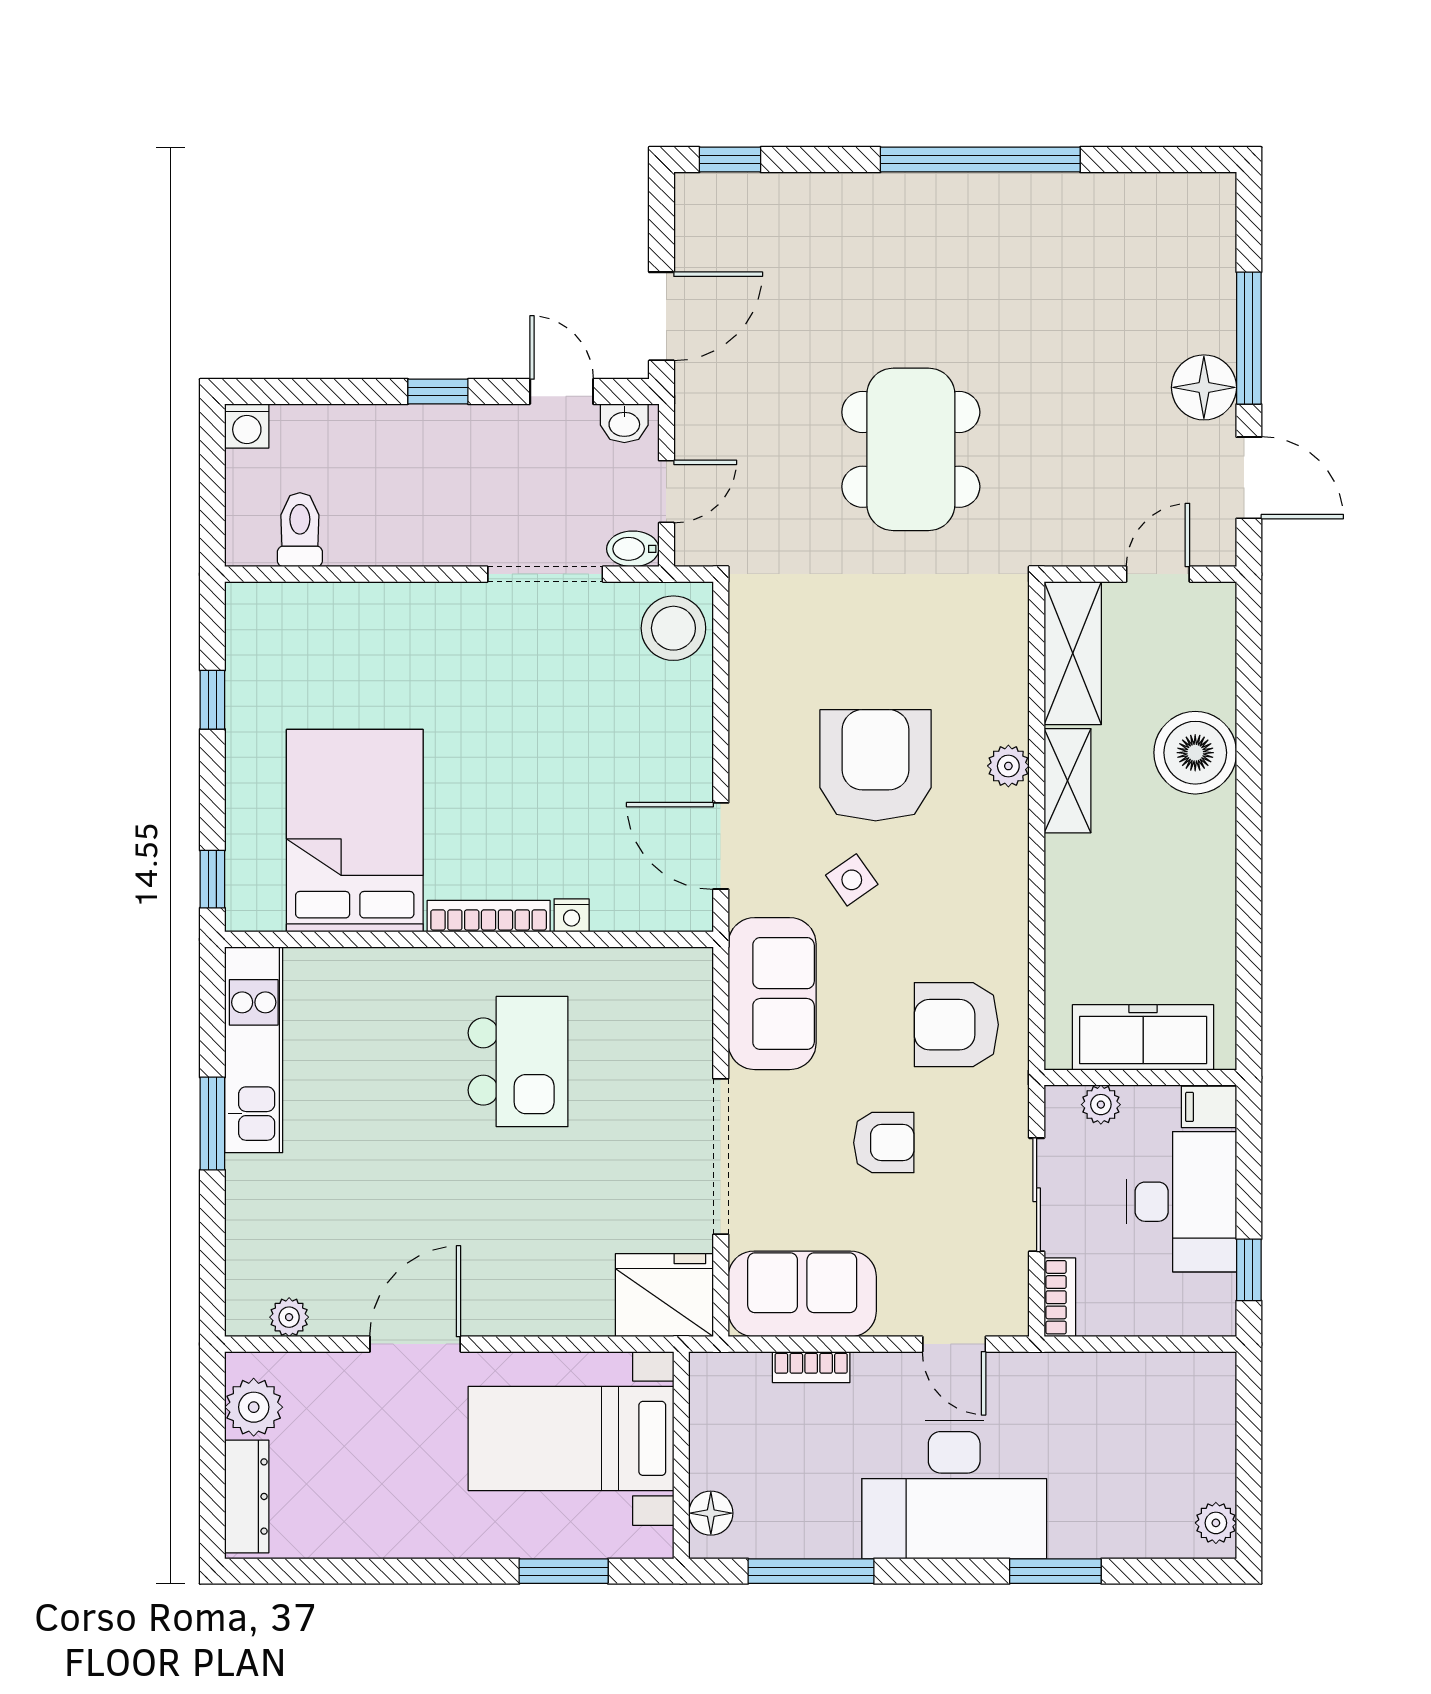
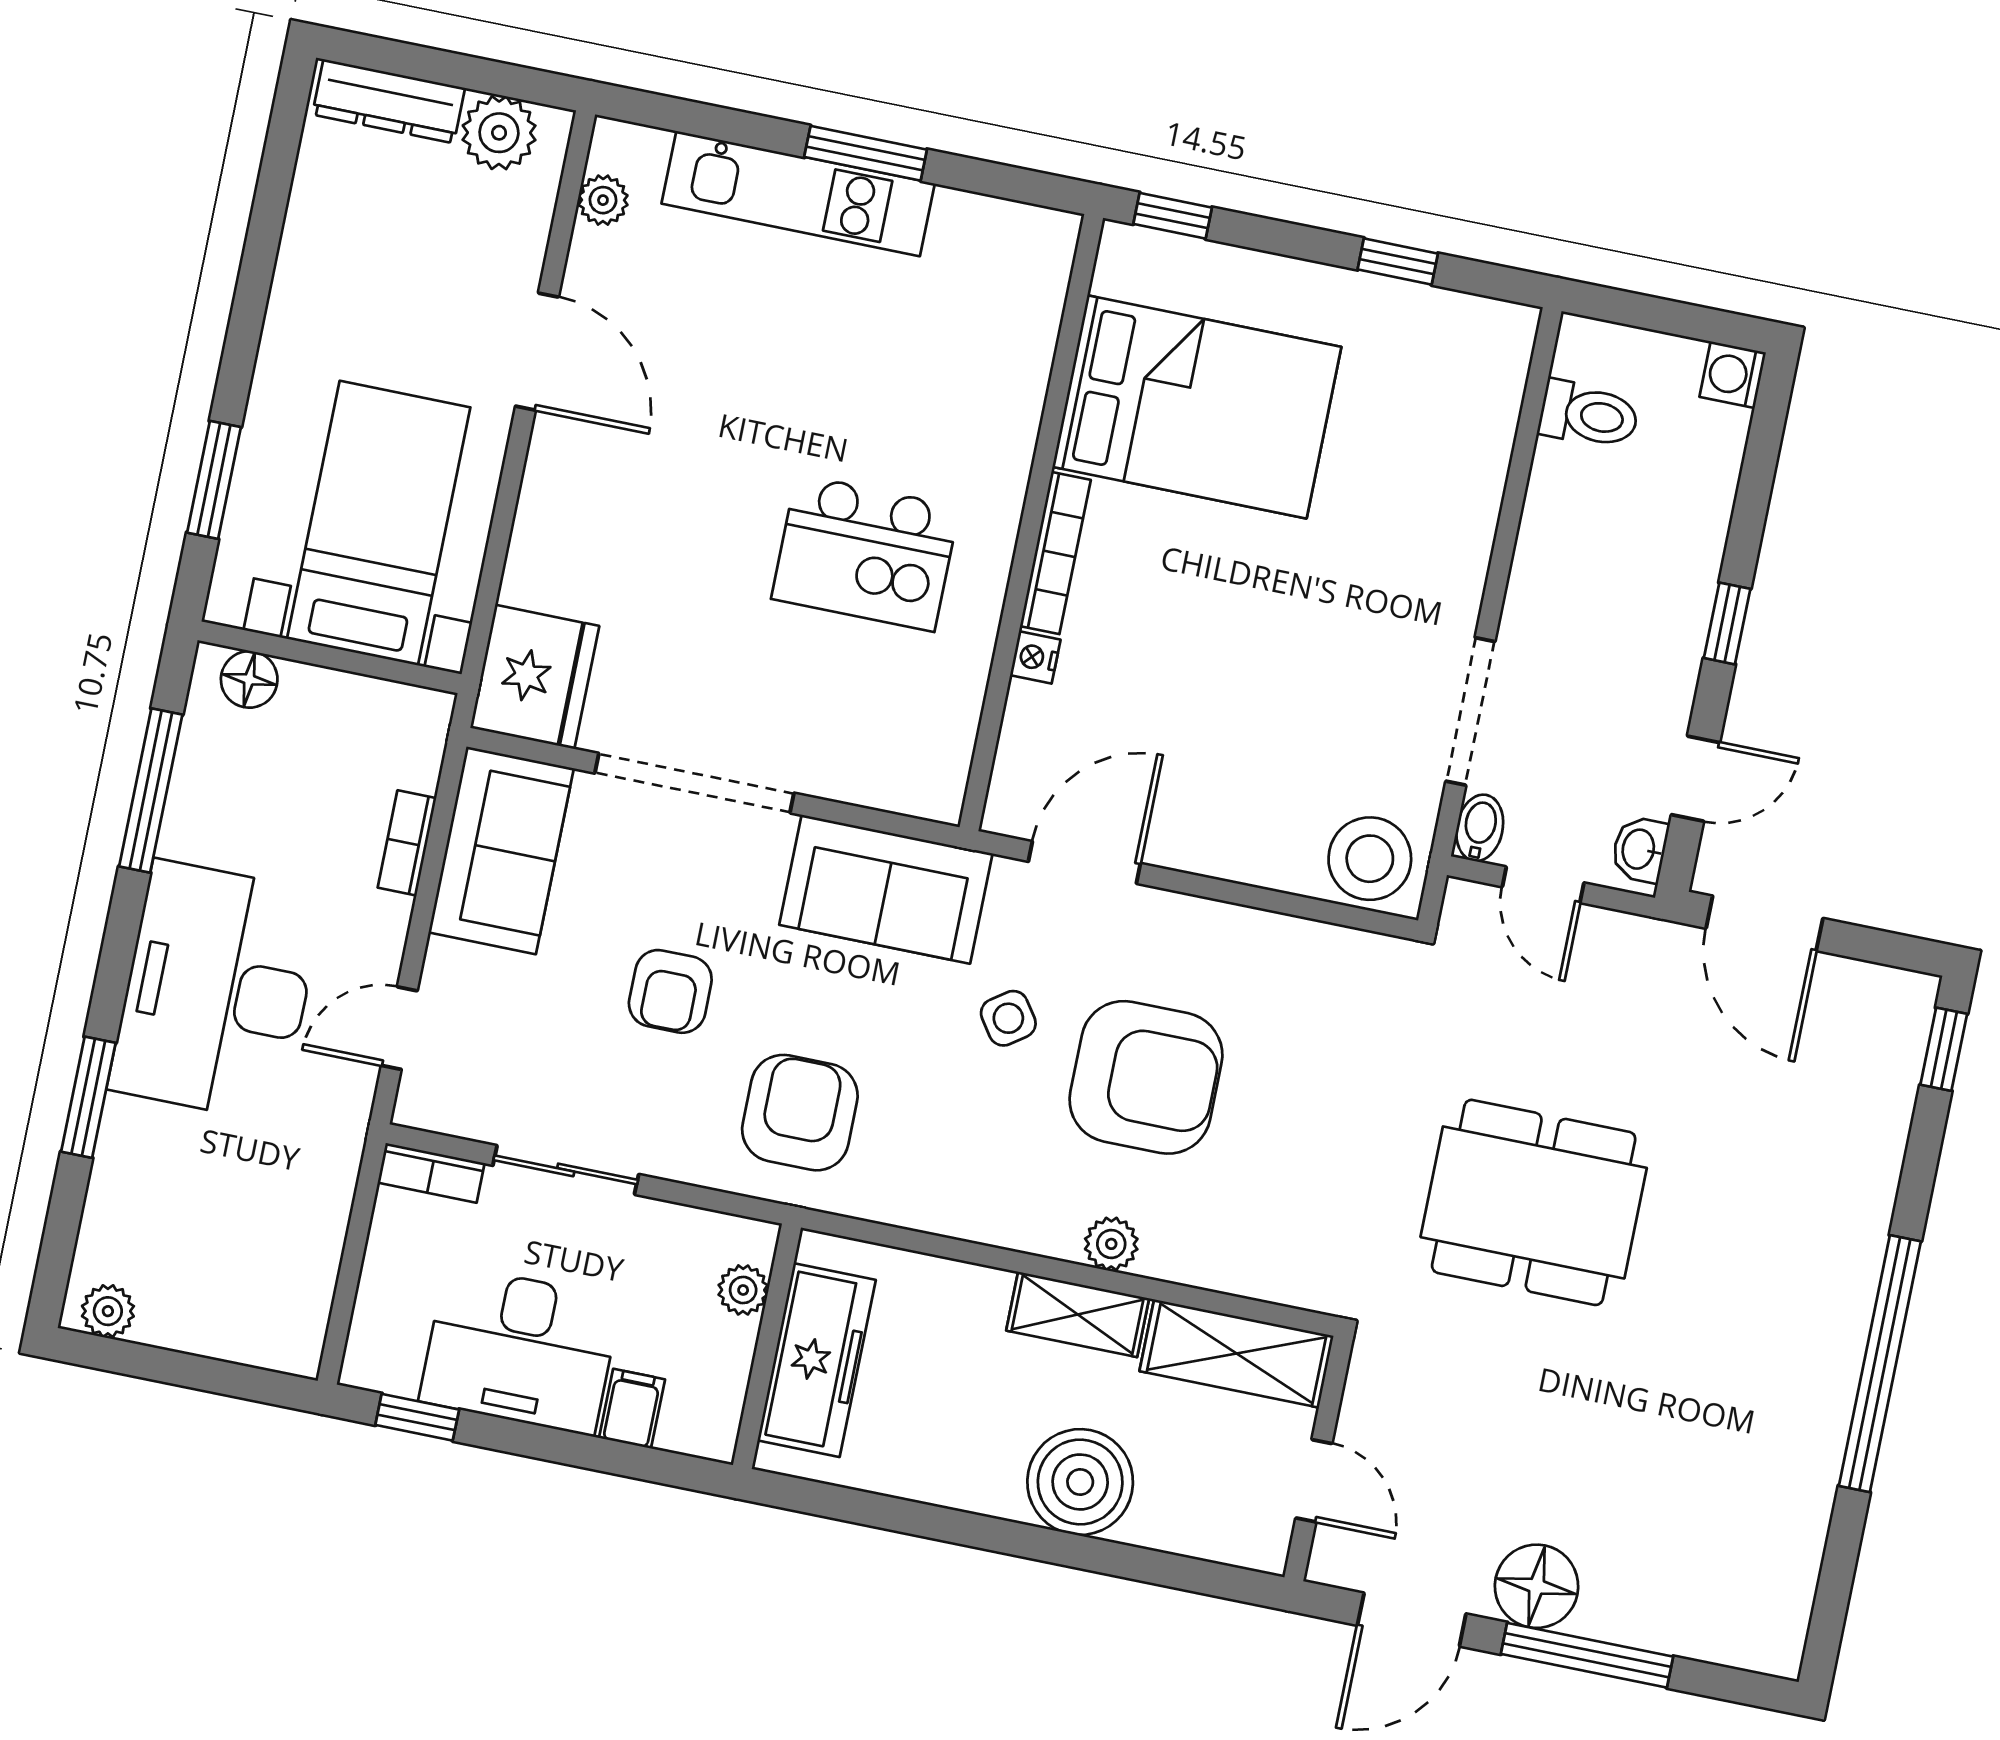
freezer: (1143, 1037) -> (817, 1360), moved
kitchen unit: (254, 1050) -> (798, 194), moved
wall: (1140, 1078) -> (767, 1346), moved
plant: (1101, 1105) -> (743, 1290), moved

